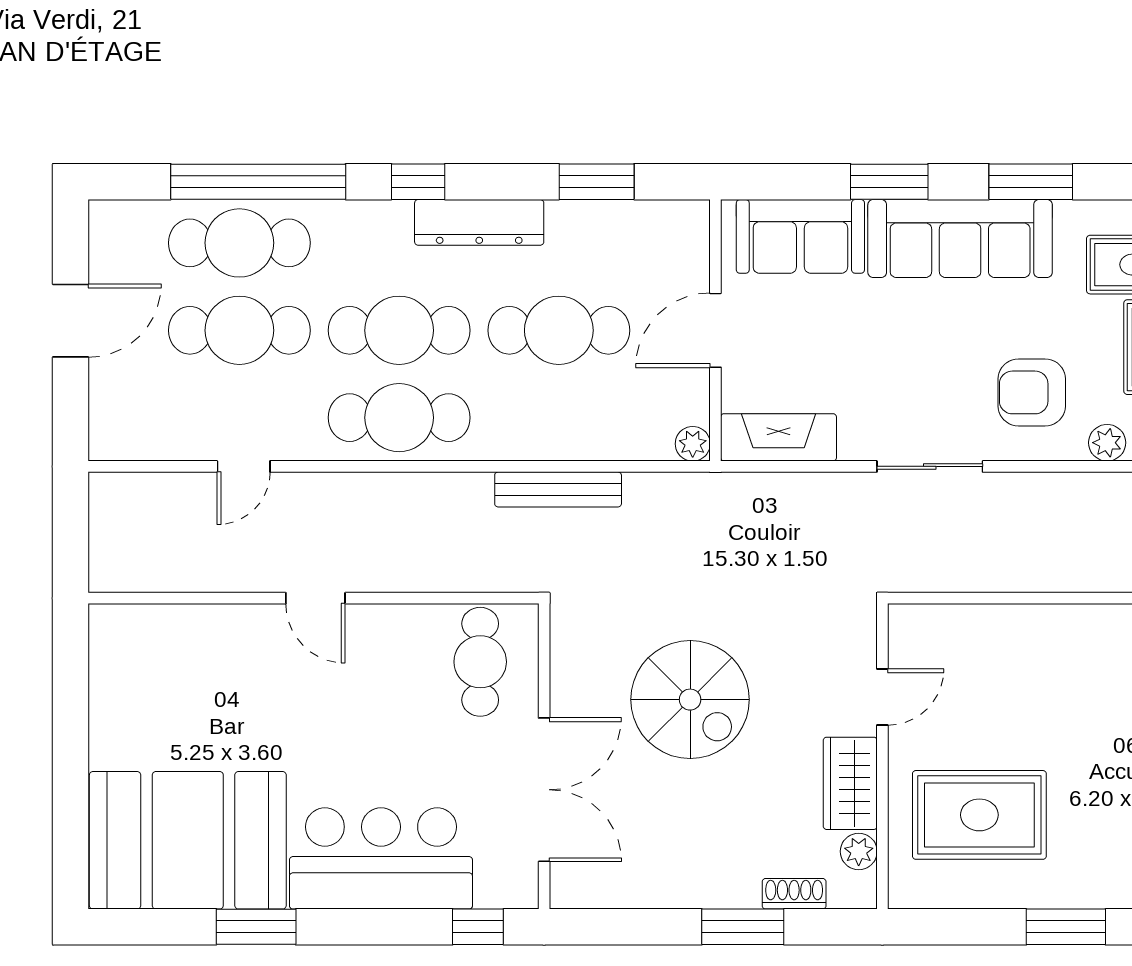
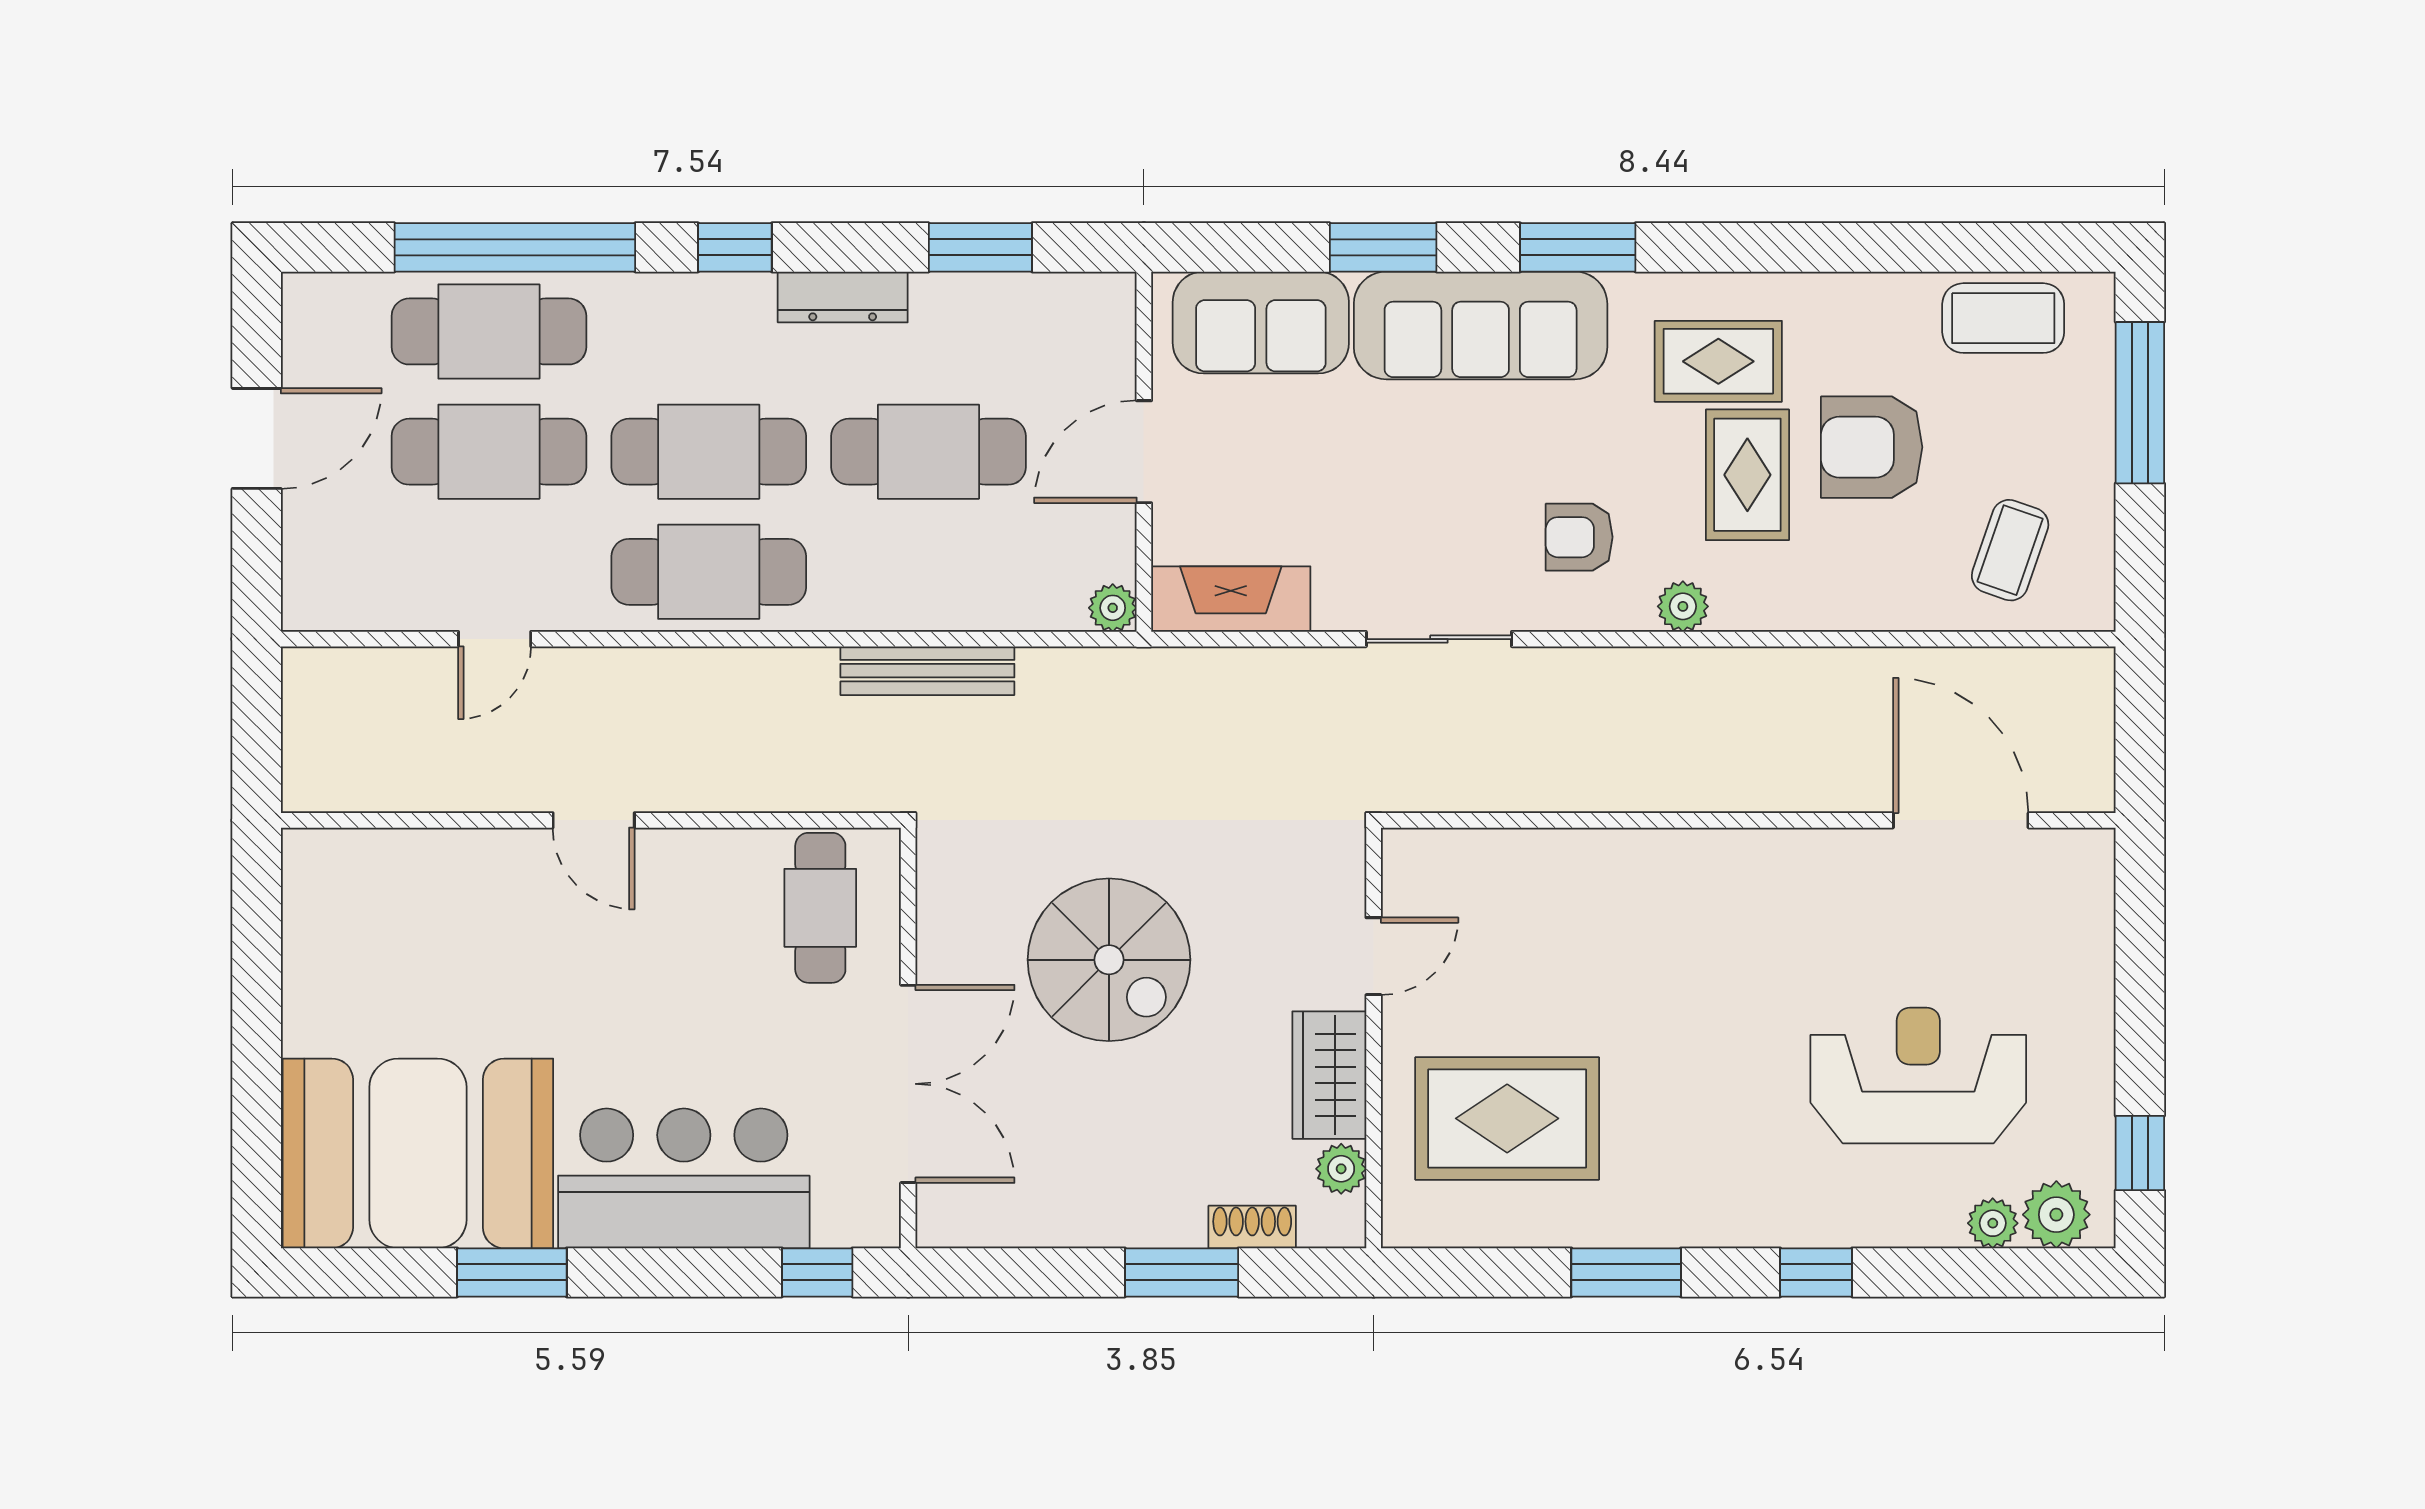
dresser: (479, 222) -> (843, 297), width x0.73, depth x0.80
armchair: (1032, 392) -> (1579, 537), width x0.72, depth x0.72

